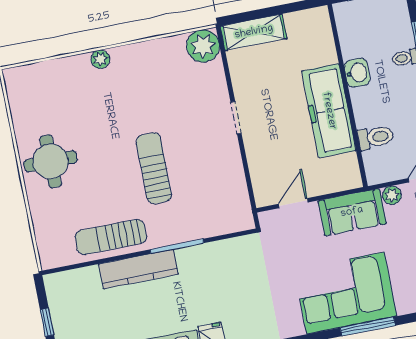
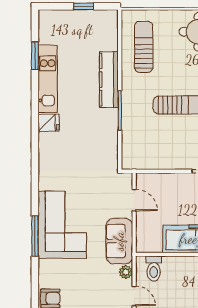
toilet: (376, 137) -> (154, 269), moved
sun lounger: (111, 237) -> (144, 47), moved

